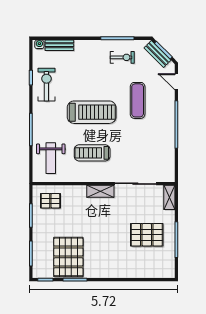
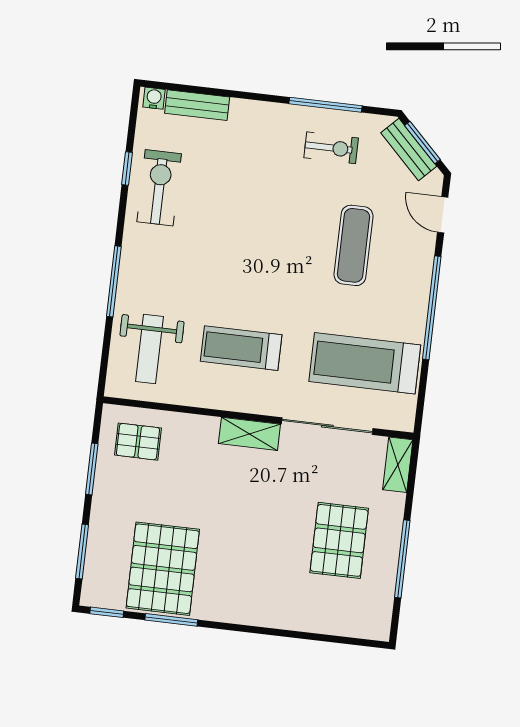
treadmill: (92, 112) -> (365, 363), moved, turned 180
pallet: (147, 235) -> (339, 540), turned 90

